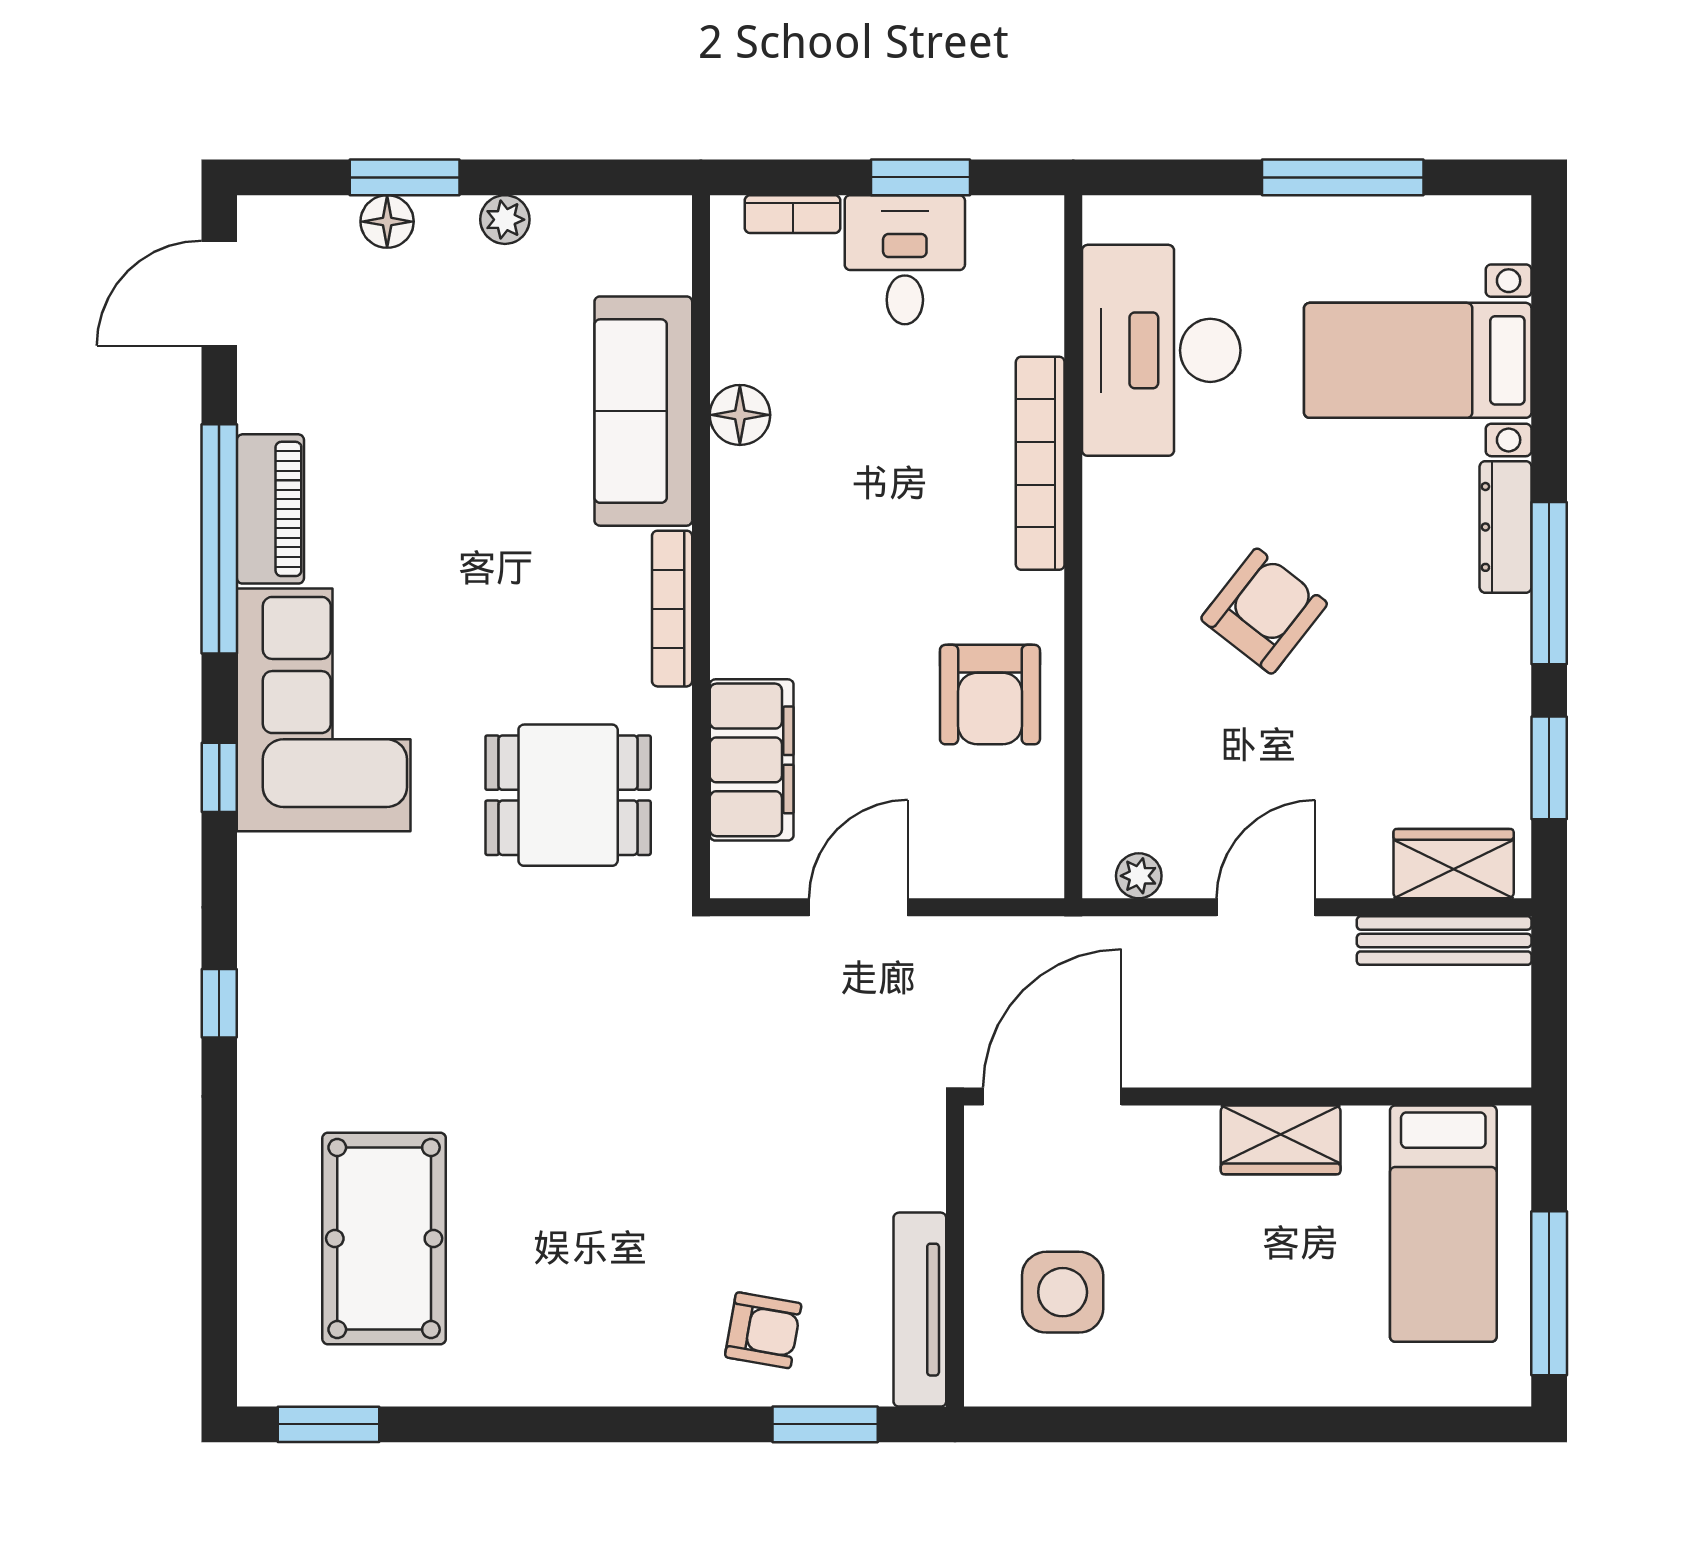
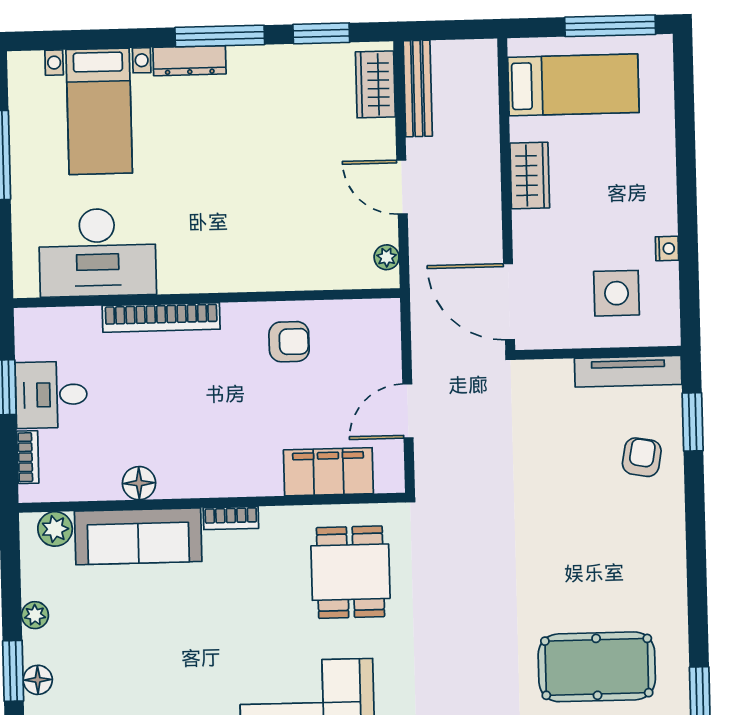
plant: (661, 260) -> (55, 529), added
bookcase: (672, 609) -> (231, 518), width x0.64
armchair: (1264, 611) -> (239, 192), removed
armchair: (990, 695) -> (289, 342), width x0.72, depth x0.72
door: (858, 907) -> (408, 411), hinge flipped
nightstand: (1141, 1386) -> (667, 249), added

